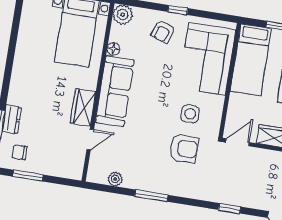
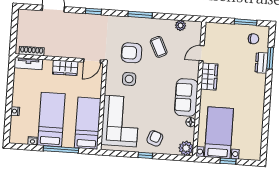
sofa: (115, 91) -> (186, 97), width x0.73
coffee table: (147, 153) -> (159, 47), added
window: (151, 196) -> (140, 15), moved

